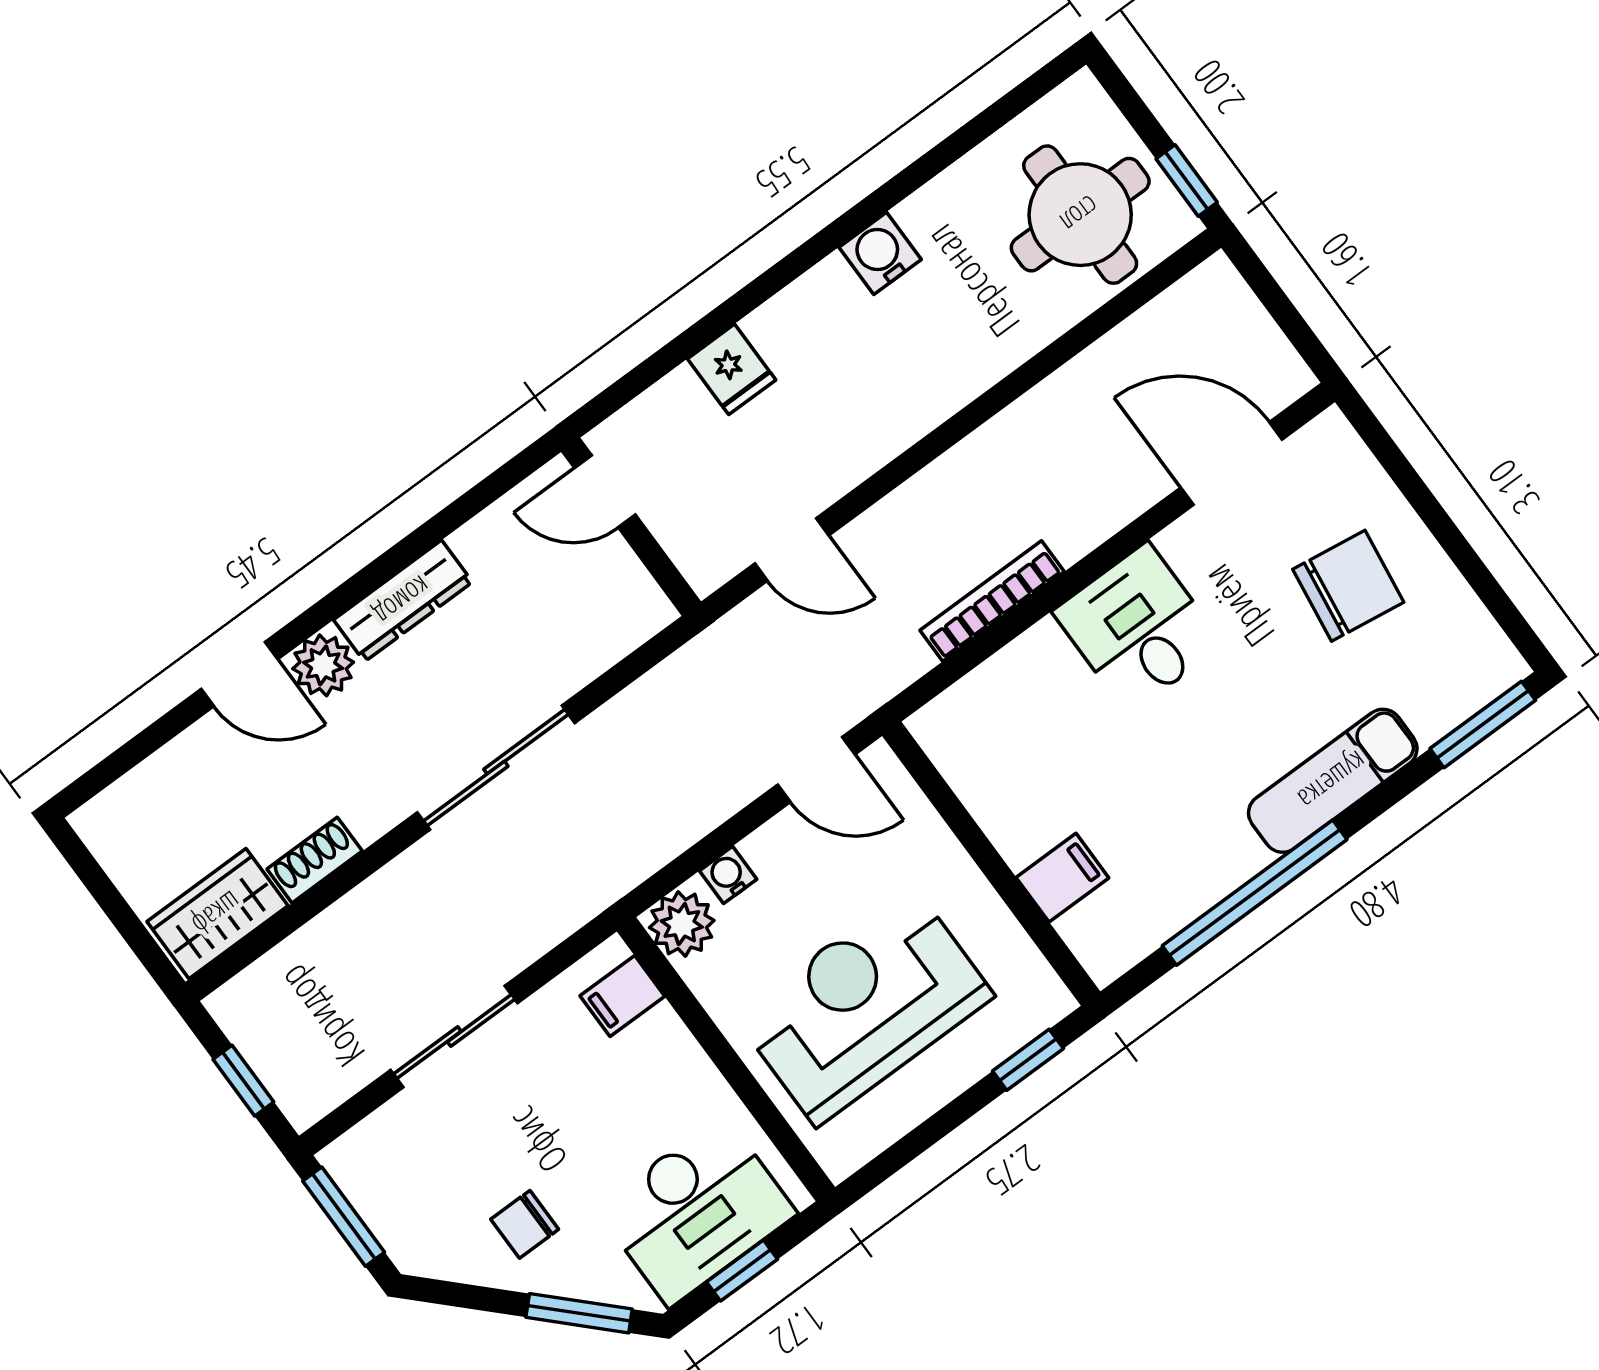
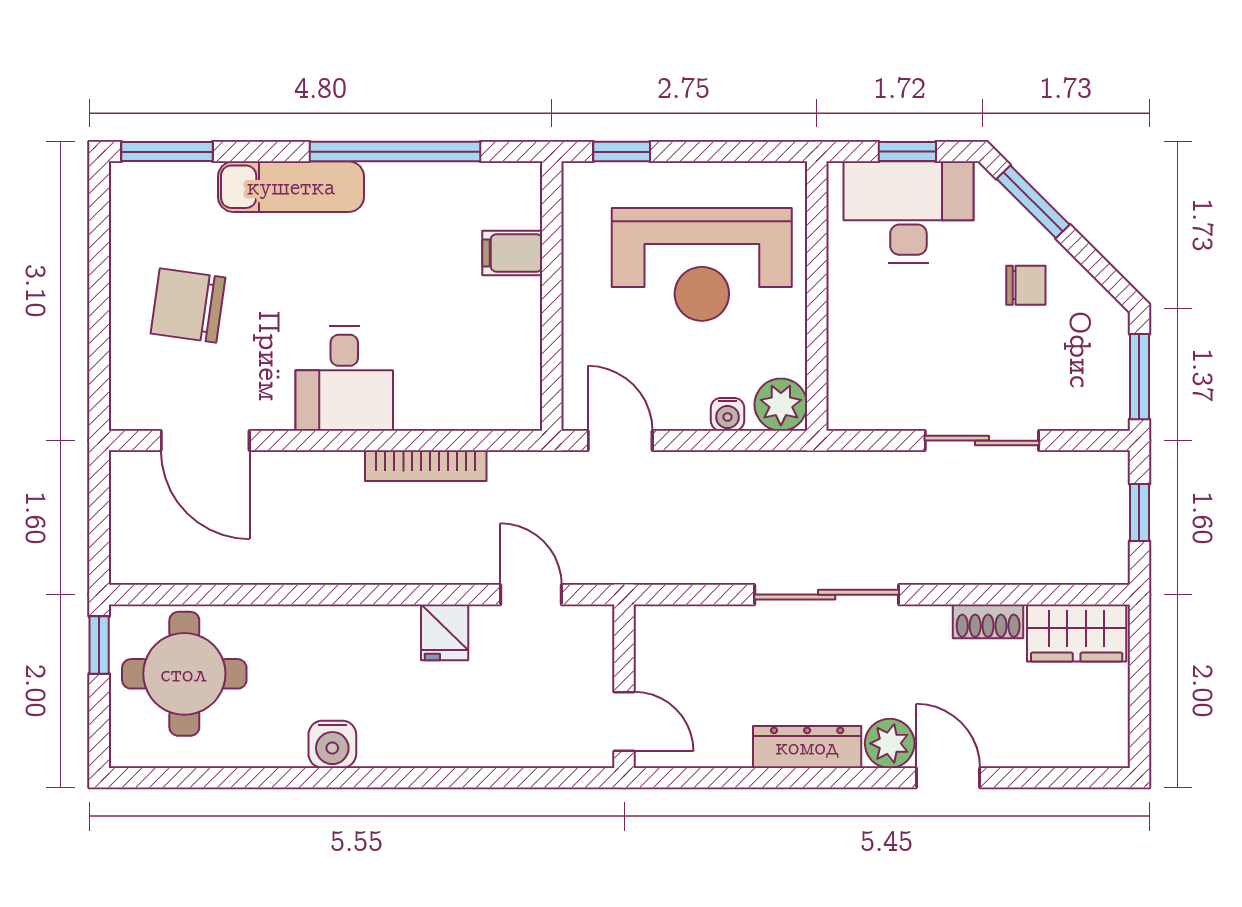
fridge: (732, 369) -> (445, 632), moved, turned 180
filing cabinet: (622, 996) -> (854, 386), removed

